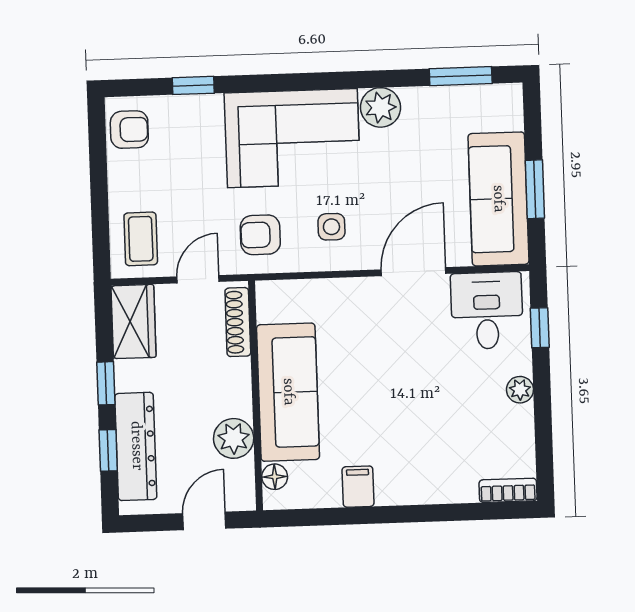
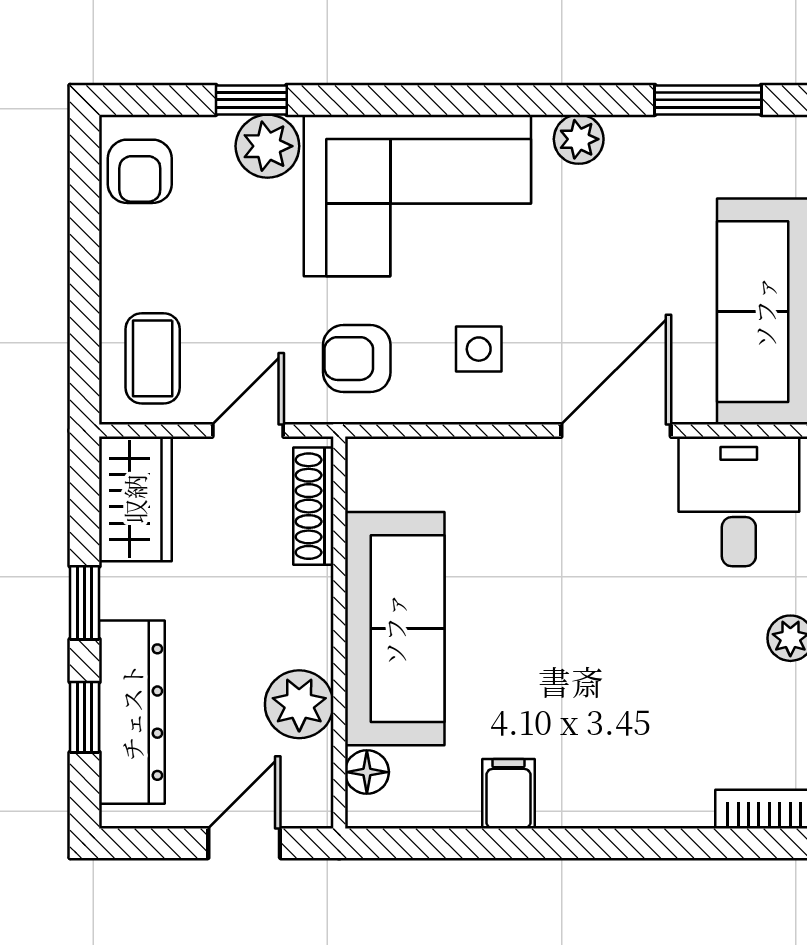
plant: (381, 107) -> (579, 139), width x0.73, depth x0.73
plant: (204, 112) -> (267, 146), added
armchair: (129, 130) -> (140, 171), turned 90

